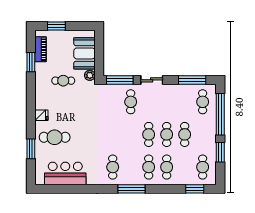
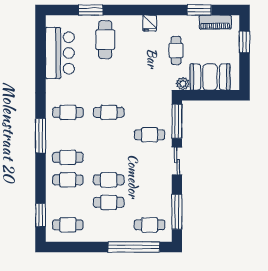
fridge: (41, 115) -> (150, 23), moved
cafe table: (149, 134) -> (109, 112), moved
window: (220, 152) -> (86, 247), removed

